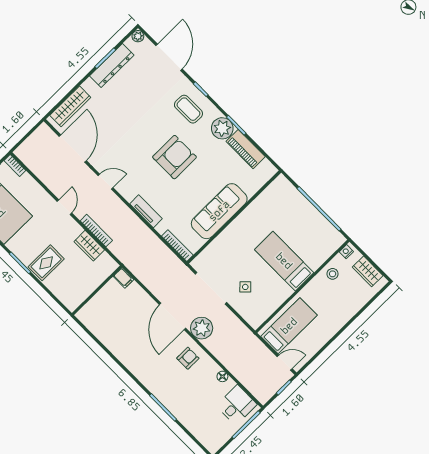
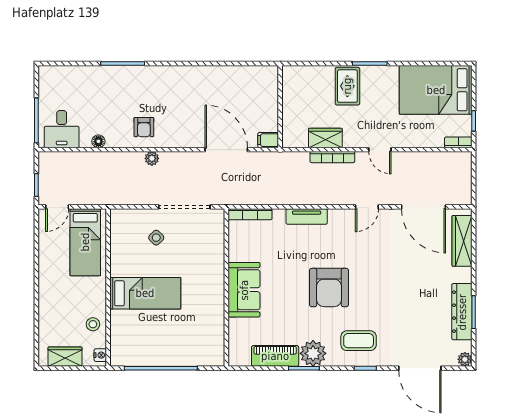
sofa: (219, 211) -> (244, 290), width x0.73
door: (173, 316) -> (226, 150), moved
plant: (202, 328) -> (152, 158), width x0.53, depth x0.53

